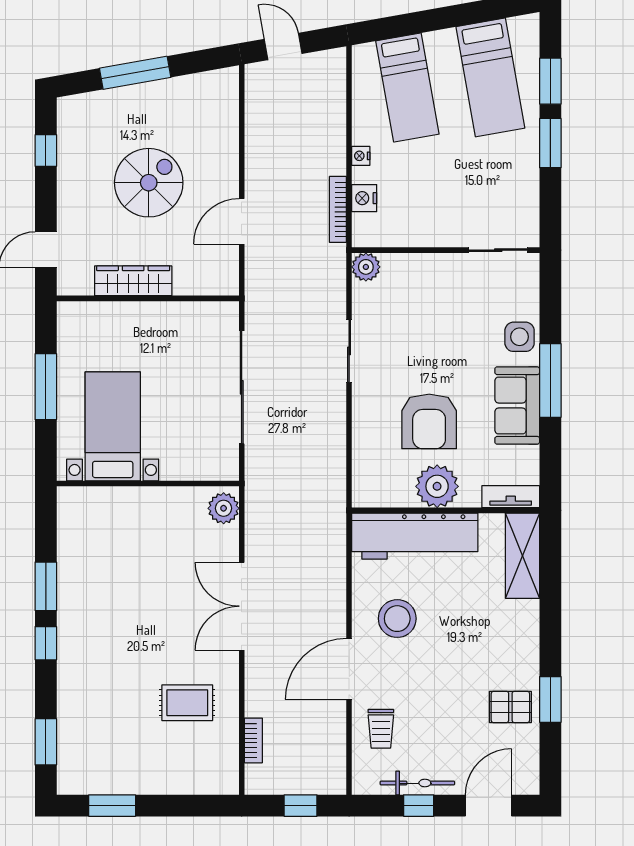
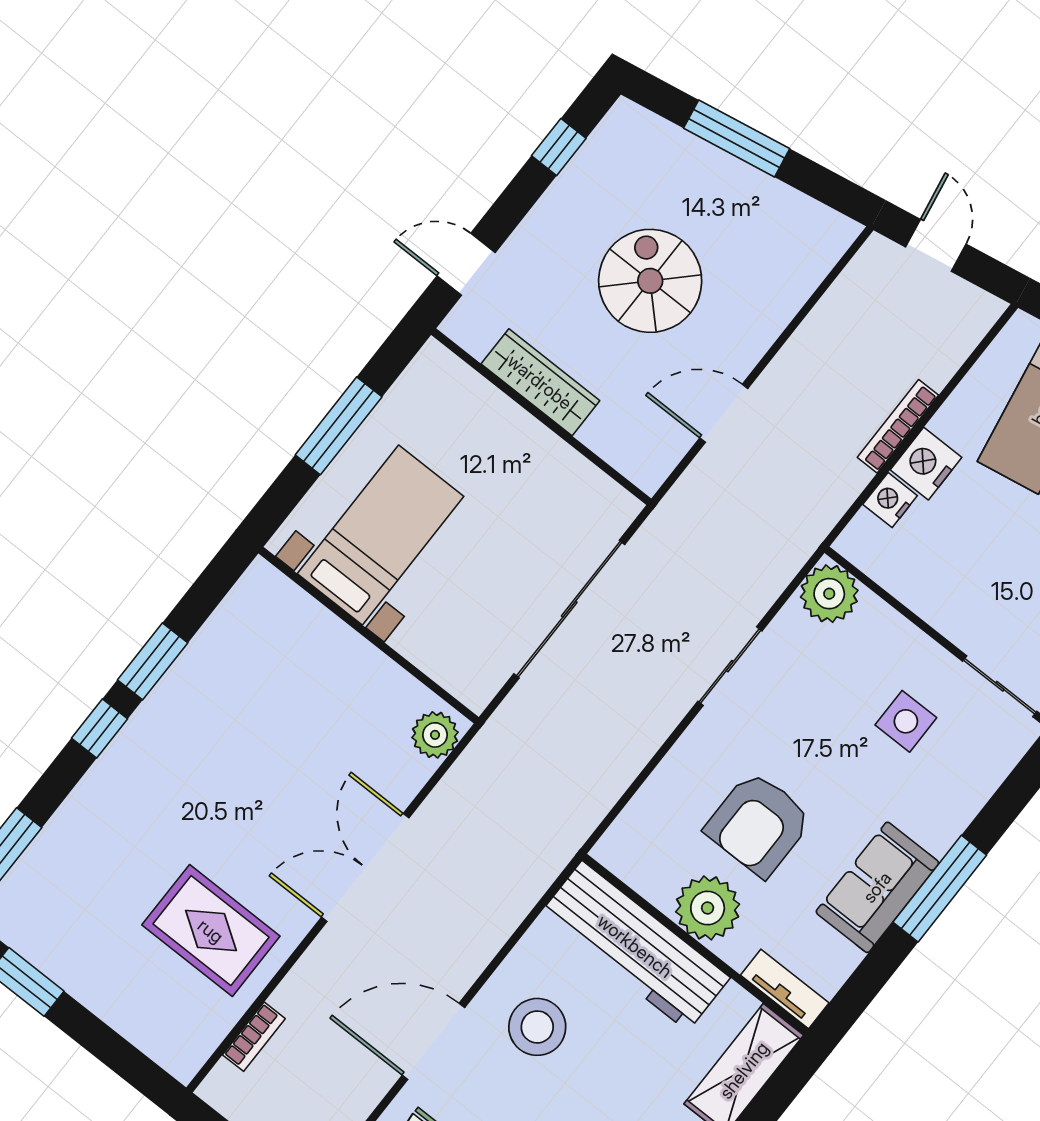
nightstand: (361, 156) -> (926, 464), width x1.89, depth x1.79
spiral stairs: (149, 183) -> (650, 281), turned -90
bookcase: (338, 209) -> (898, 426), moved
plant: (366, 267) -> (829, 594), width x1.36, depth x1.36
side table: (520, 337) -> (906, 721), moved
rug: (187, 703) -> (211, 931), width x1.36, depth x1.43

